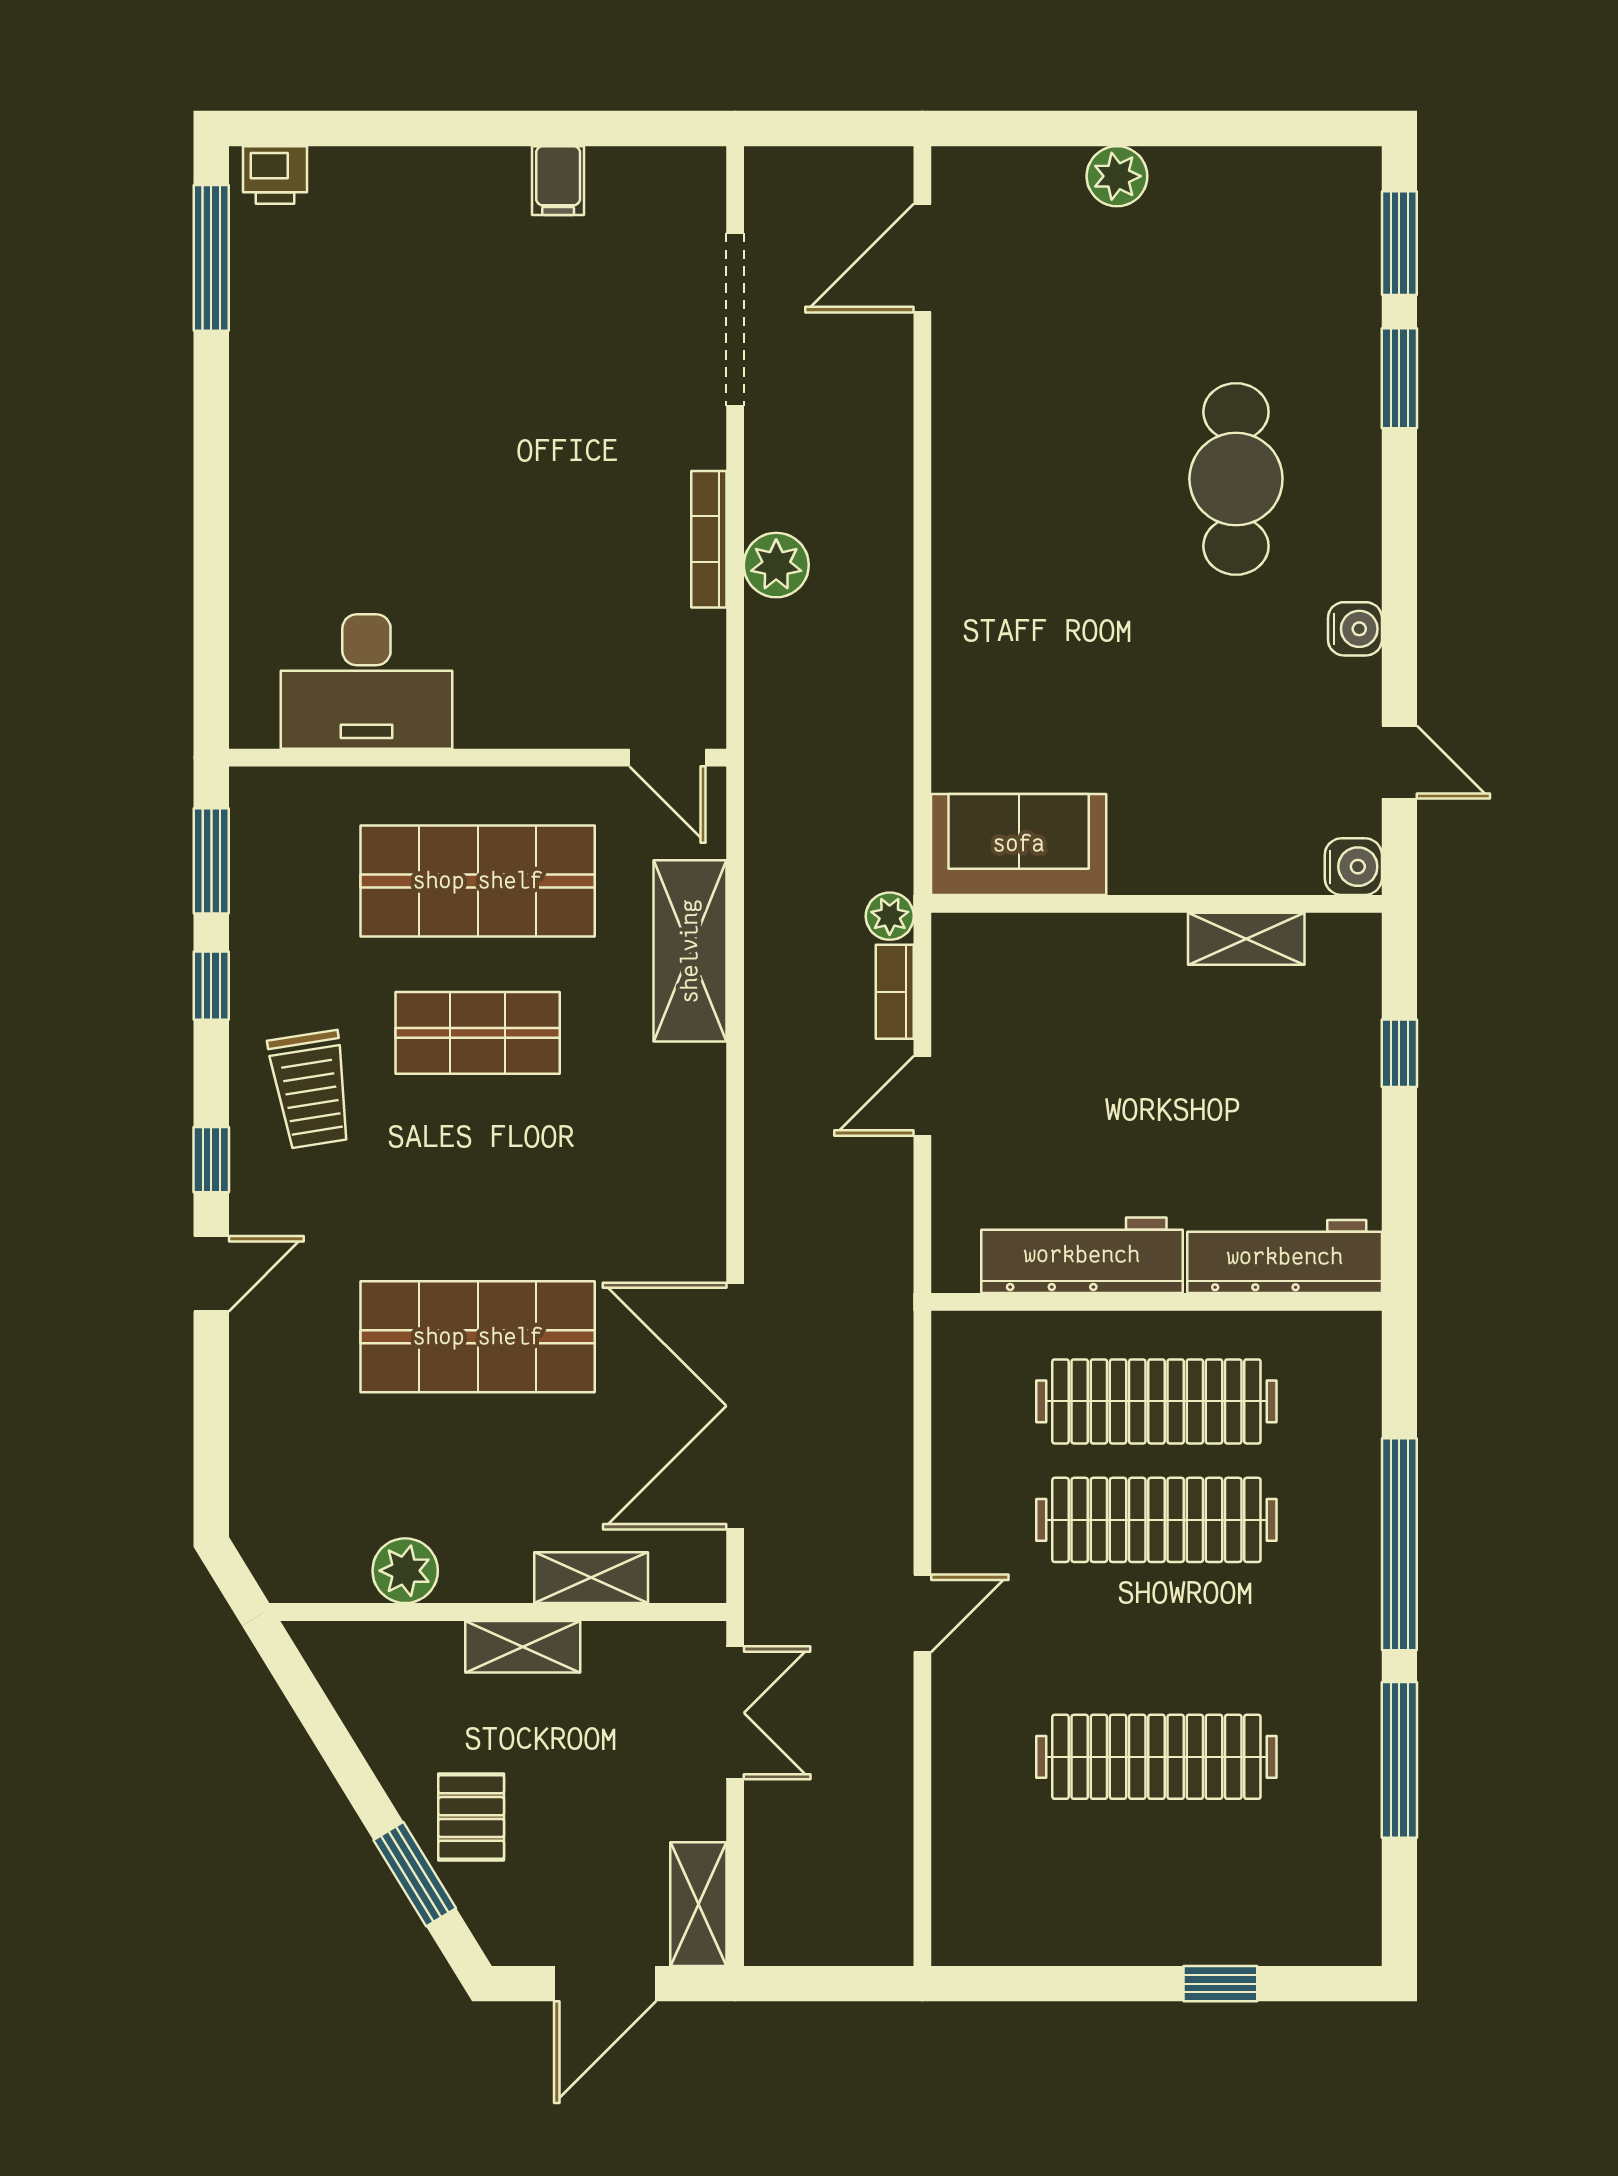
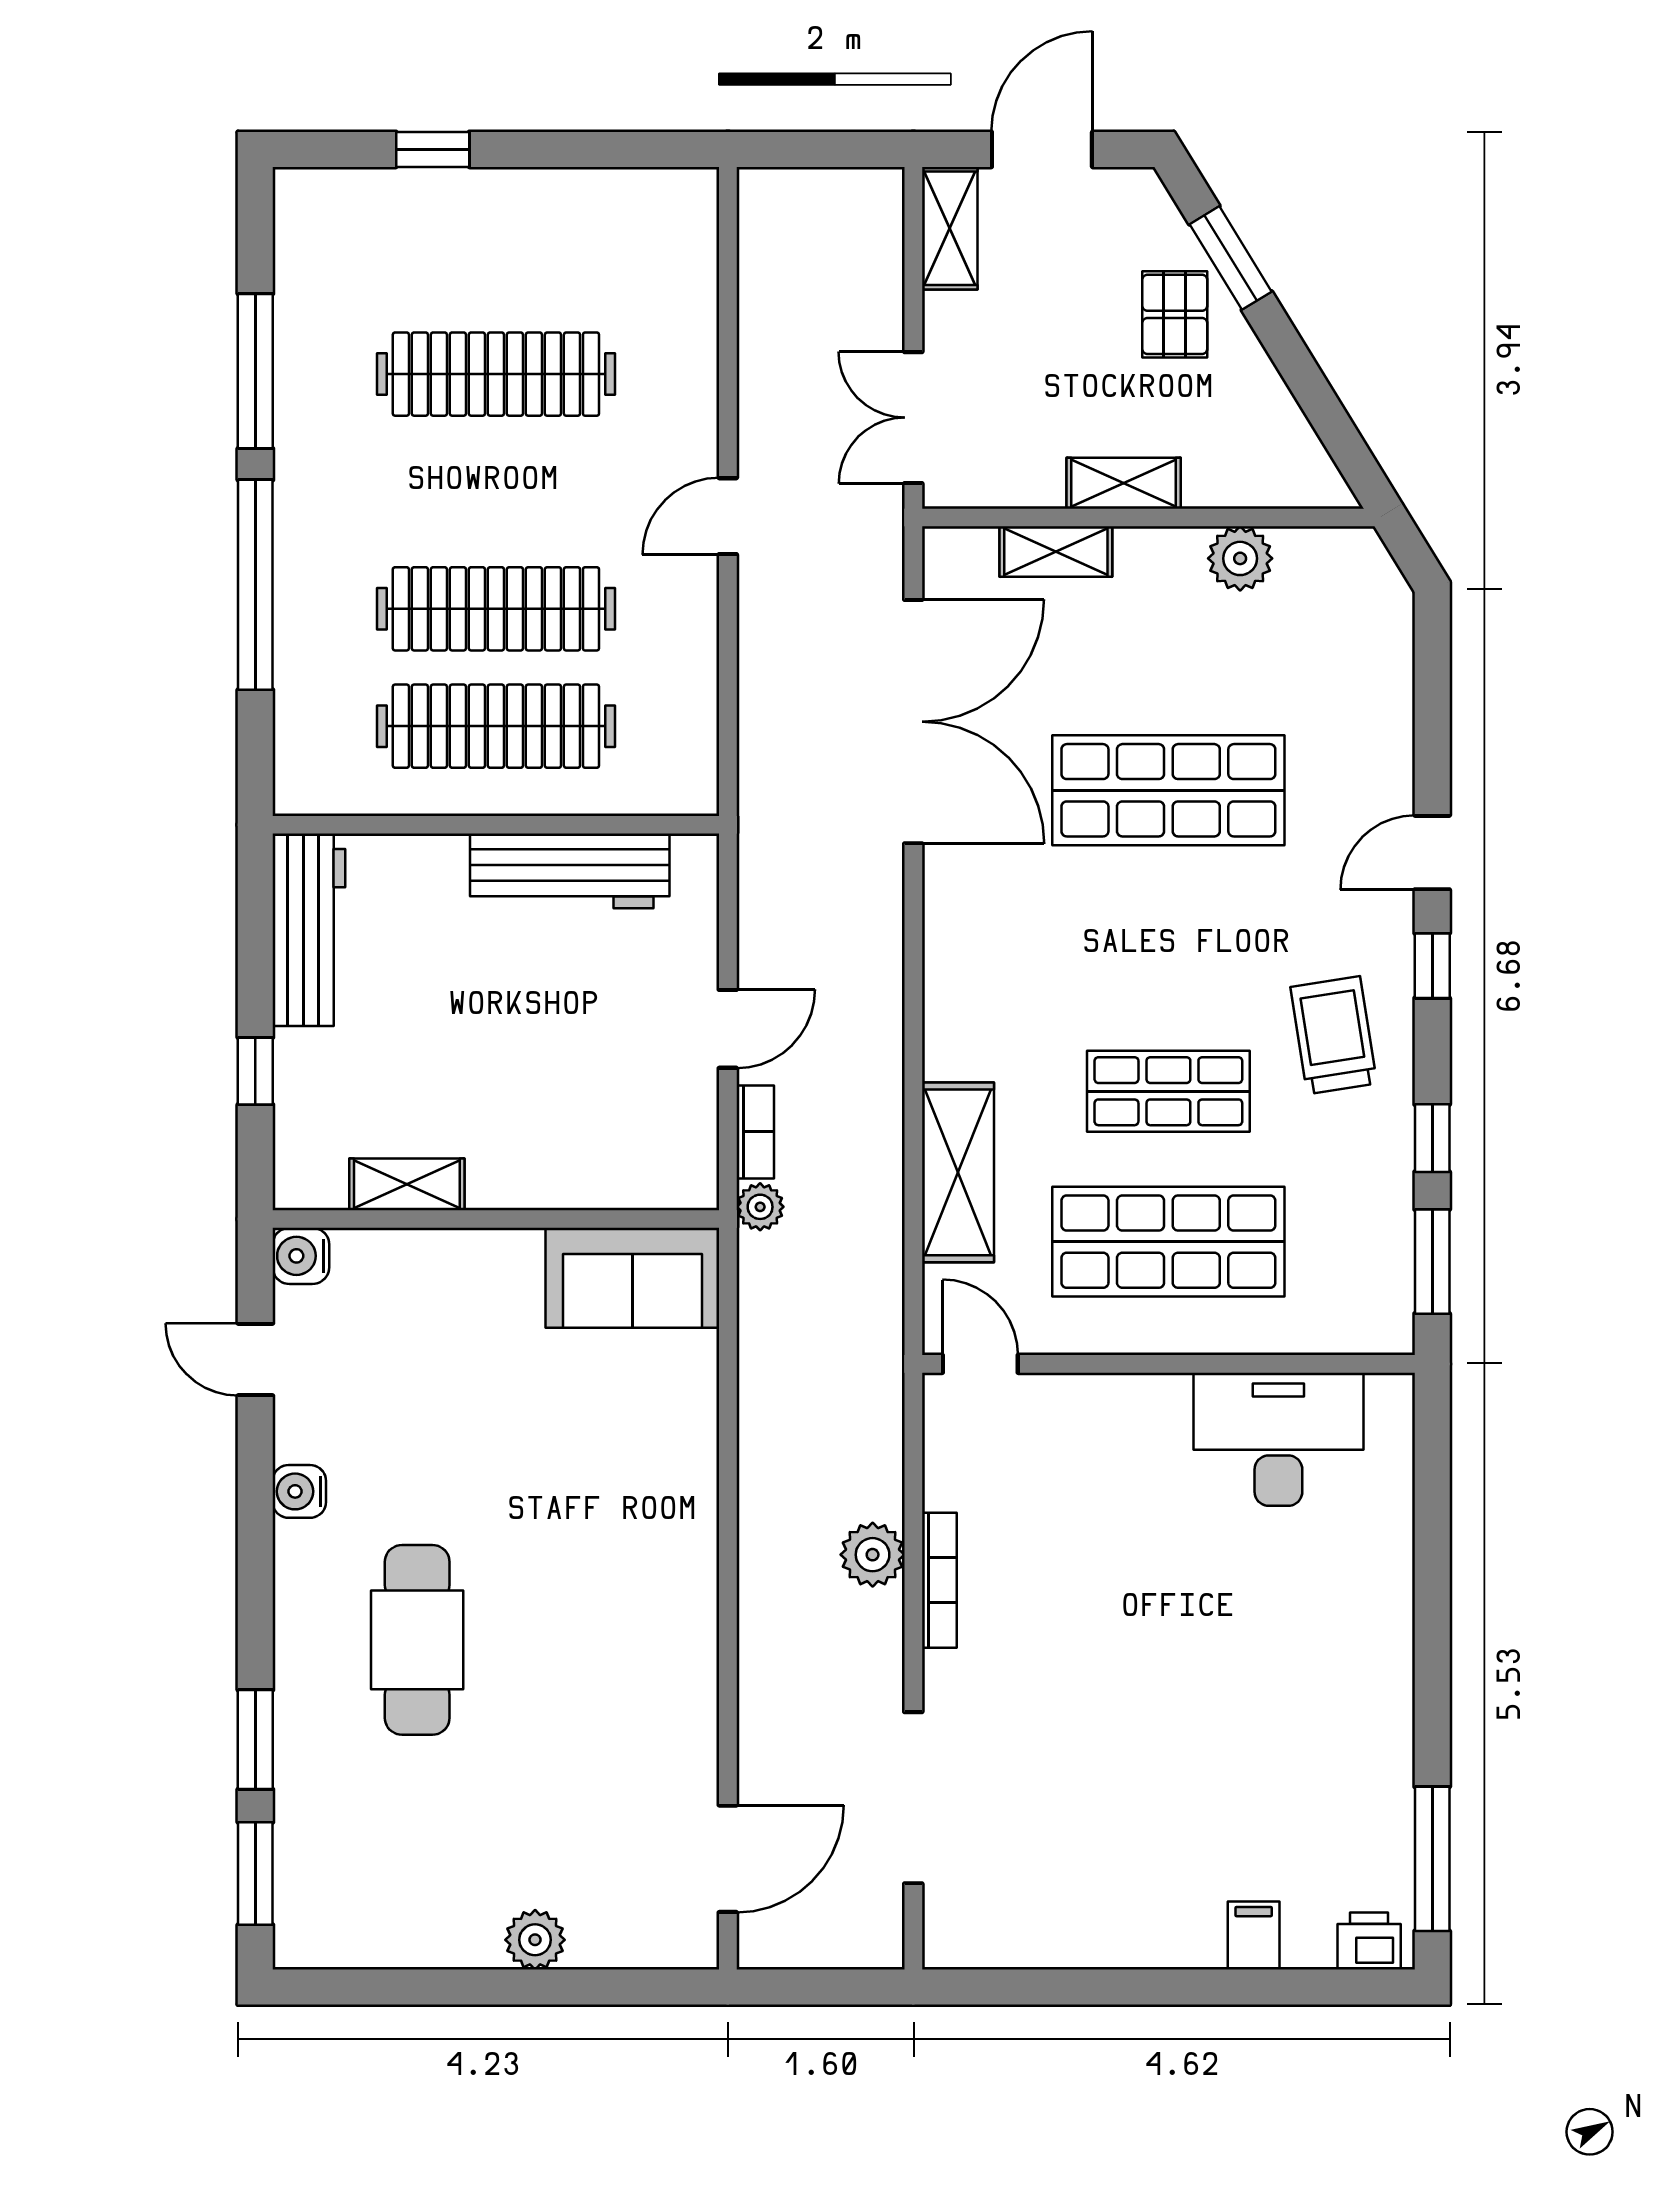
filing cabinet: (558, 181) -> (1254, 1936), moved
workbench: (1285, 1257) -> (309, 930), moved, turned -90

